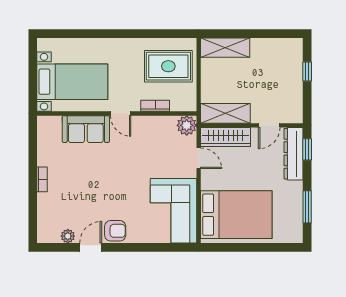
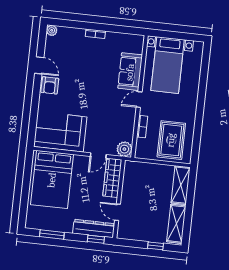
shelving: (225, 113) -> (176, 224), moved
plant: (68, 236) -> (52, 30), moved

